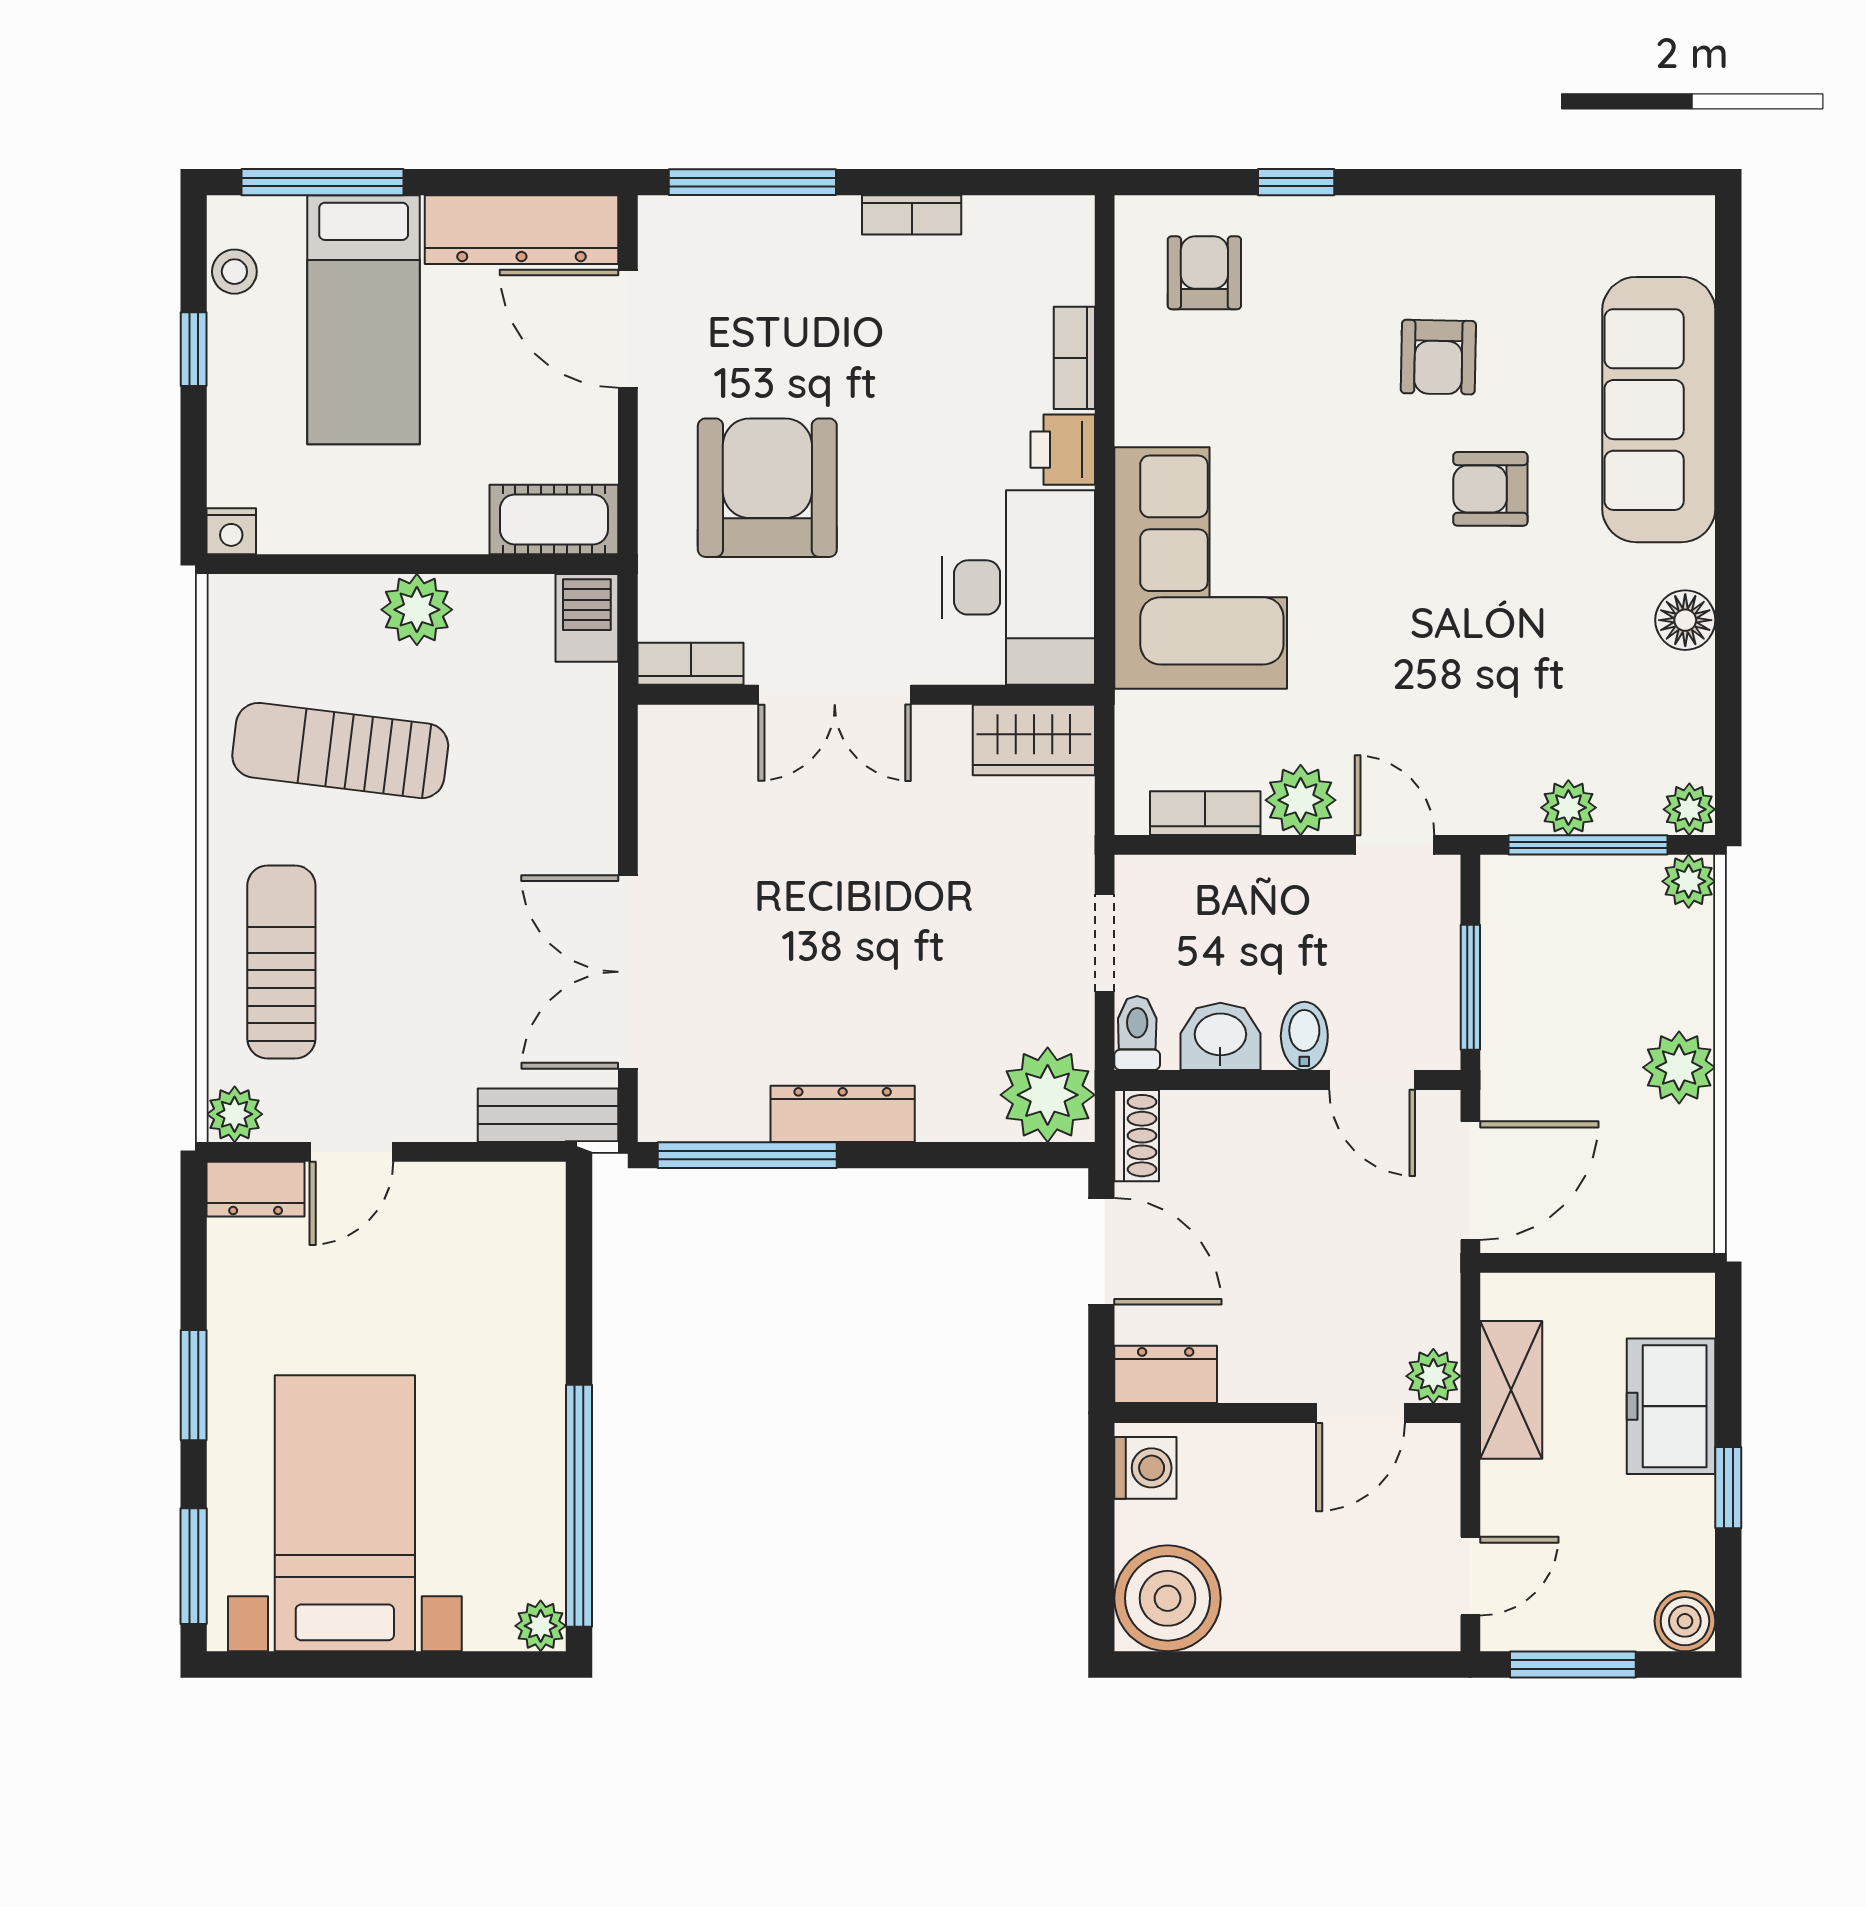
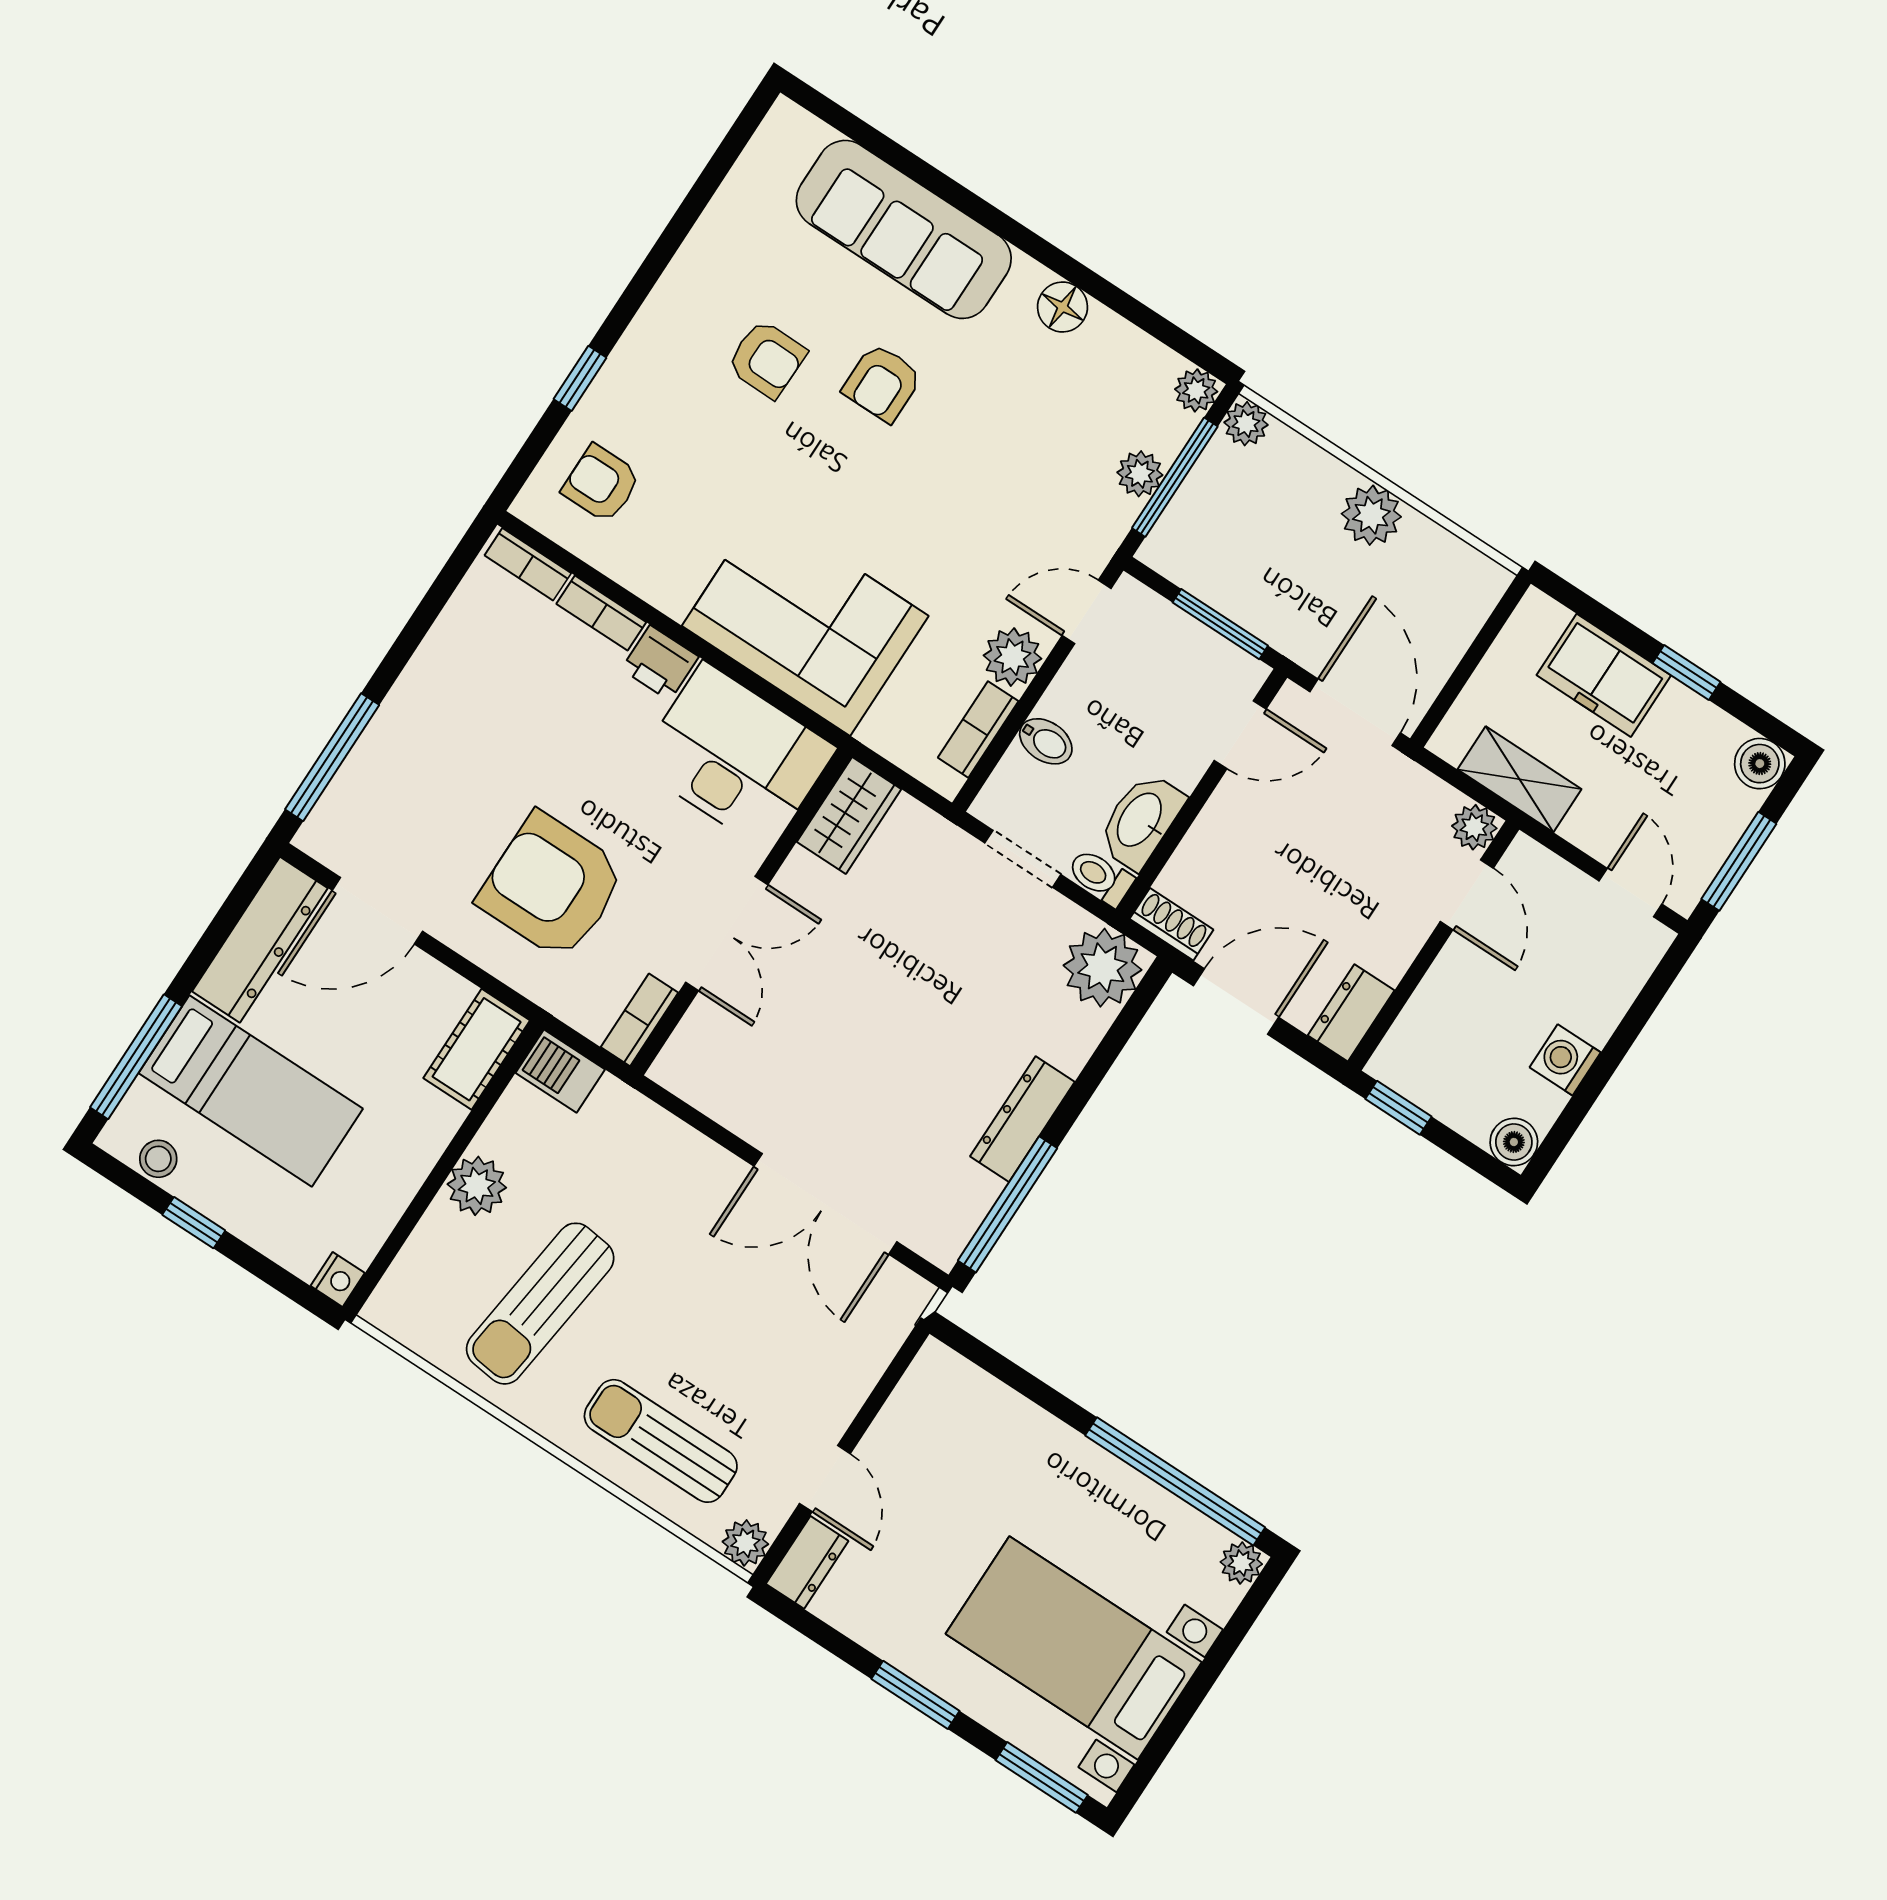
bookcase: (912, 215) -> (528, 564), moved, turned 90
washbasin: (1220, 1036) -> (1141, 821), width x1.38
bidet: (1304, 1036) -> (1046, 741), moved, turned 180
bench: (548, 1115) -> (889, 1325), removed
washing machine: (1145, 1468) -> (1565, 1060), moved, turned -90
window: (1101, 1484) -> (1398, 1108), added
boiler: (1168, 1598) -> (1514, 1142), width x0.54, depth x0.54

